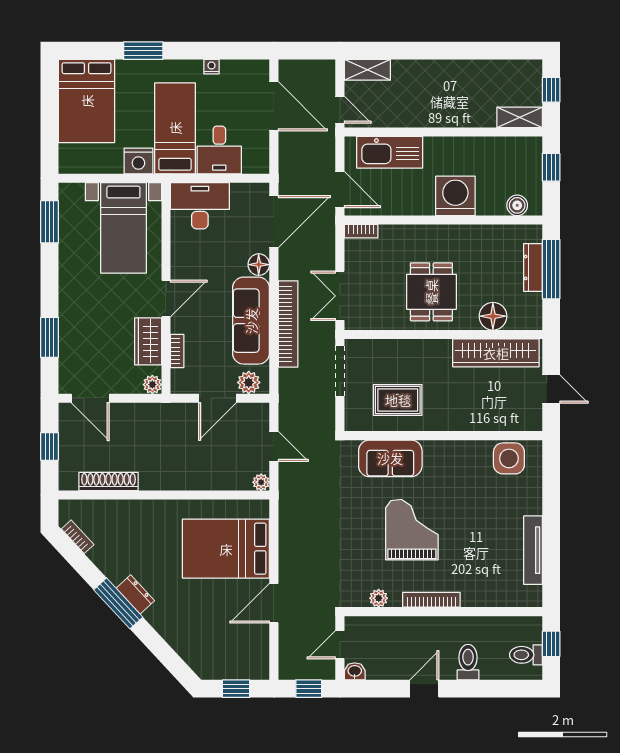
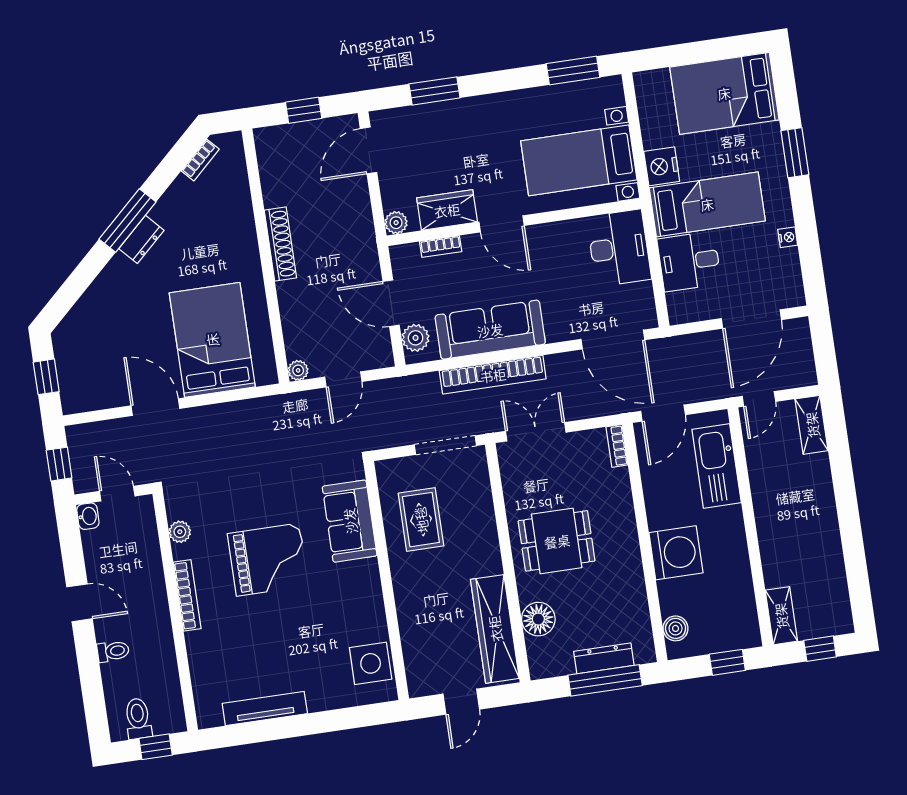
floor lamp: (259, 265) -> (559, 329), removed
shoe rack: (109, 481) -> (280, 244), moved
toilet: (468, 662) -> (113, 651), width x0.73, depth x0.72

